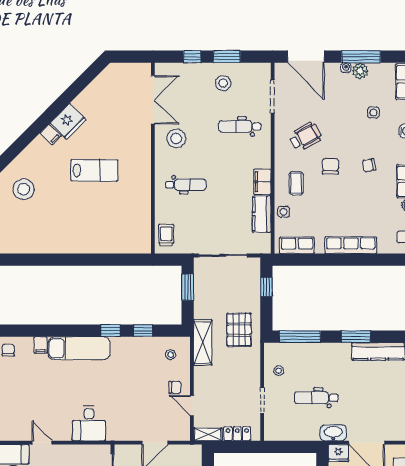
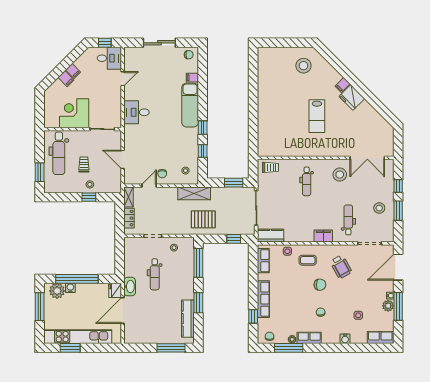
filing cabinet: (262, 182) -> (323, 236), moved
kitchen counter: (262, 214) -> (270, 236), moved
window: (375, 260) -> (253, 316), added
dental chair: (316, 398) -> (155, 274), turned 180

